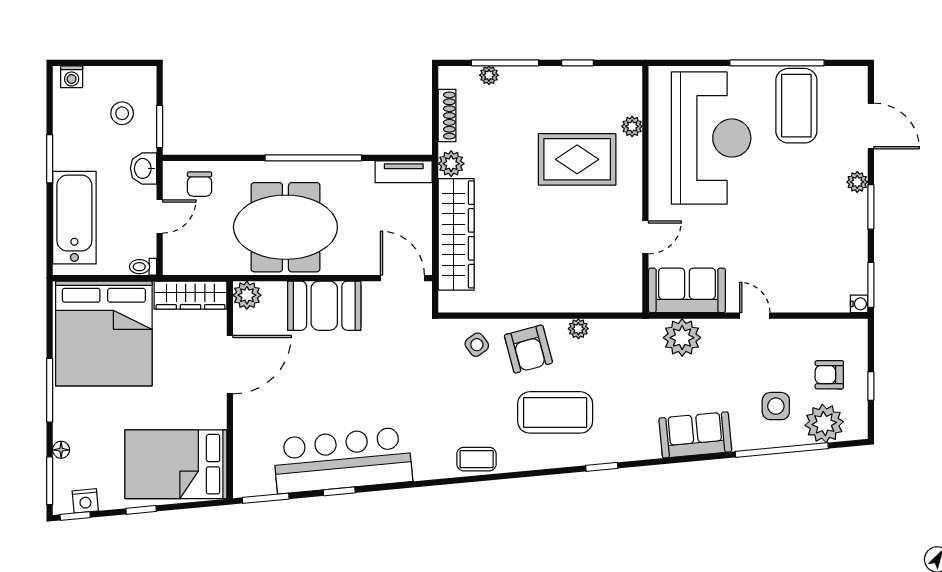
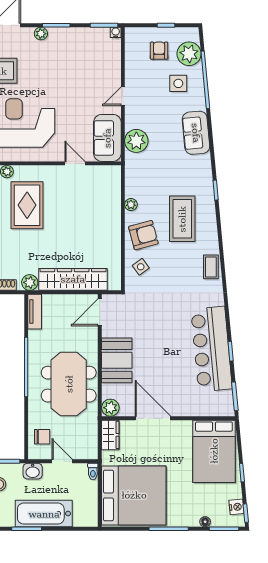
bathtub: (74, 218) -> (44, 514), moved
wardrobe: (190, 295) -> (110, 435), width x0.67
armchair: (829, 375) -> (159, 51), turned 180

